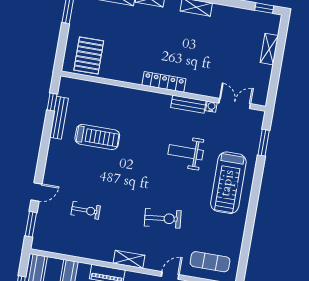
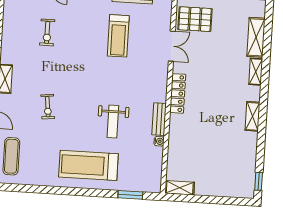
shelving: (269, 49) -> (180, 188), moved
double door: (235, 103) -> (172, 46), moved
weight bench: (186, 152) -> (113, 121), turned 180
exercise bike: (163, 218) -> (48, 107), width x0.73, depth x0.72

